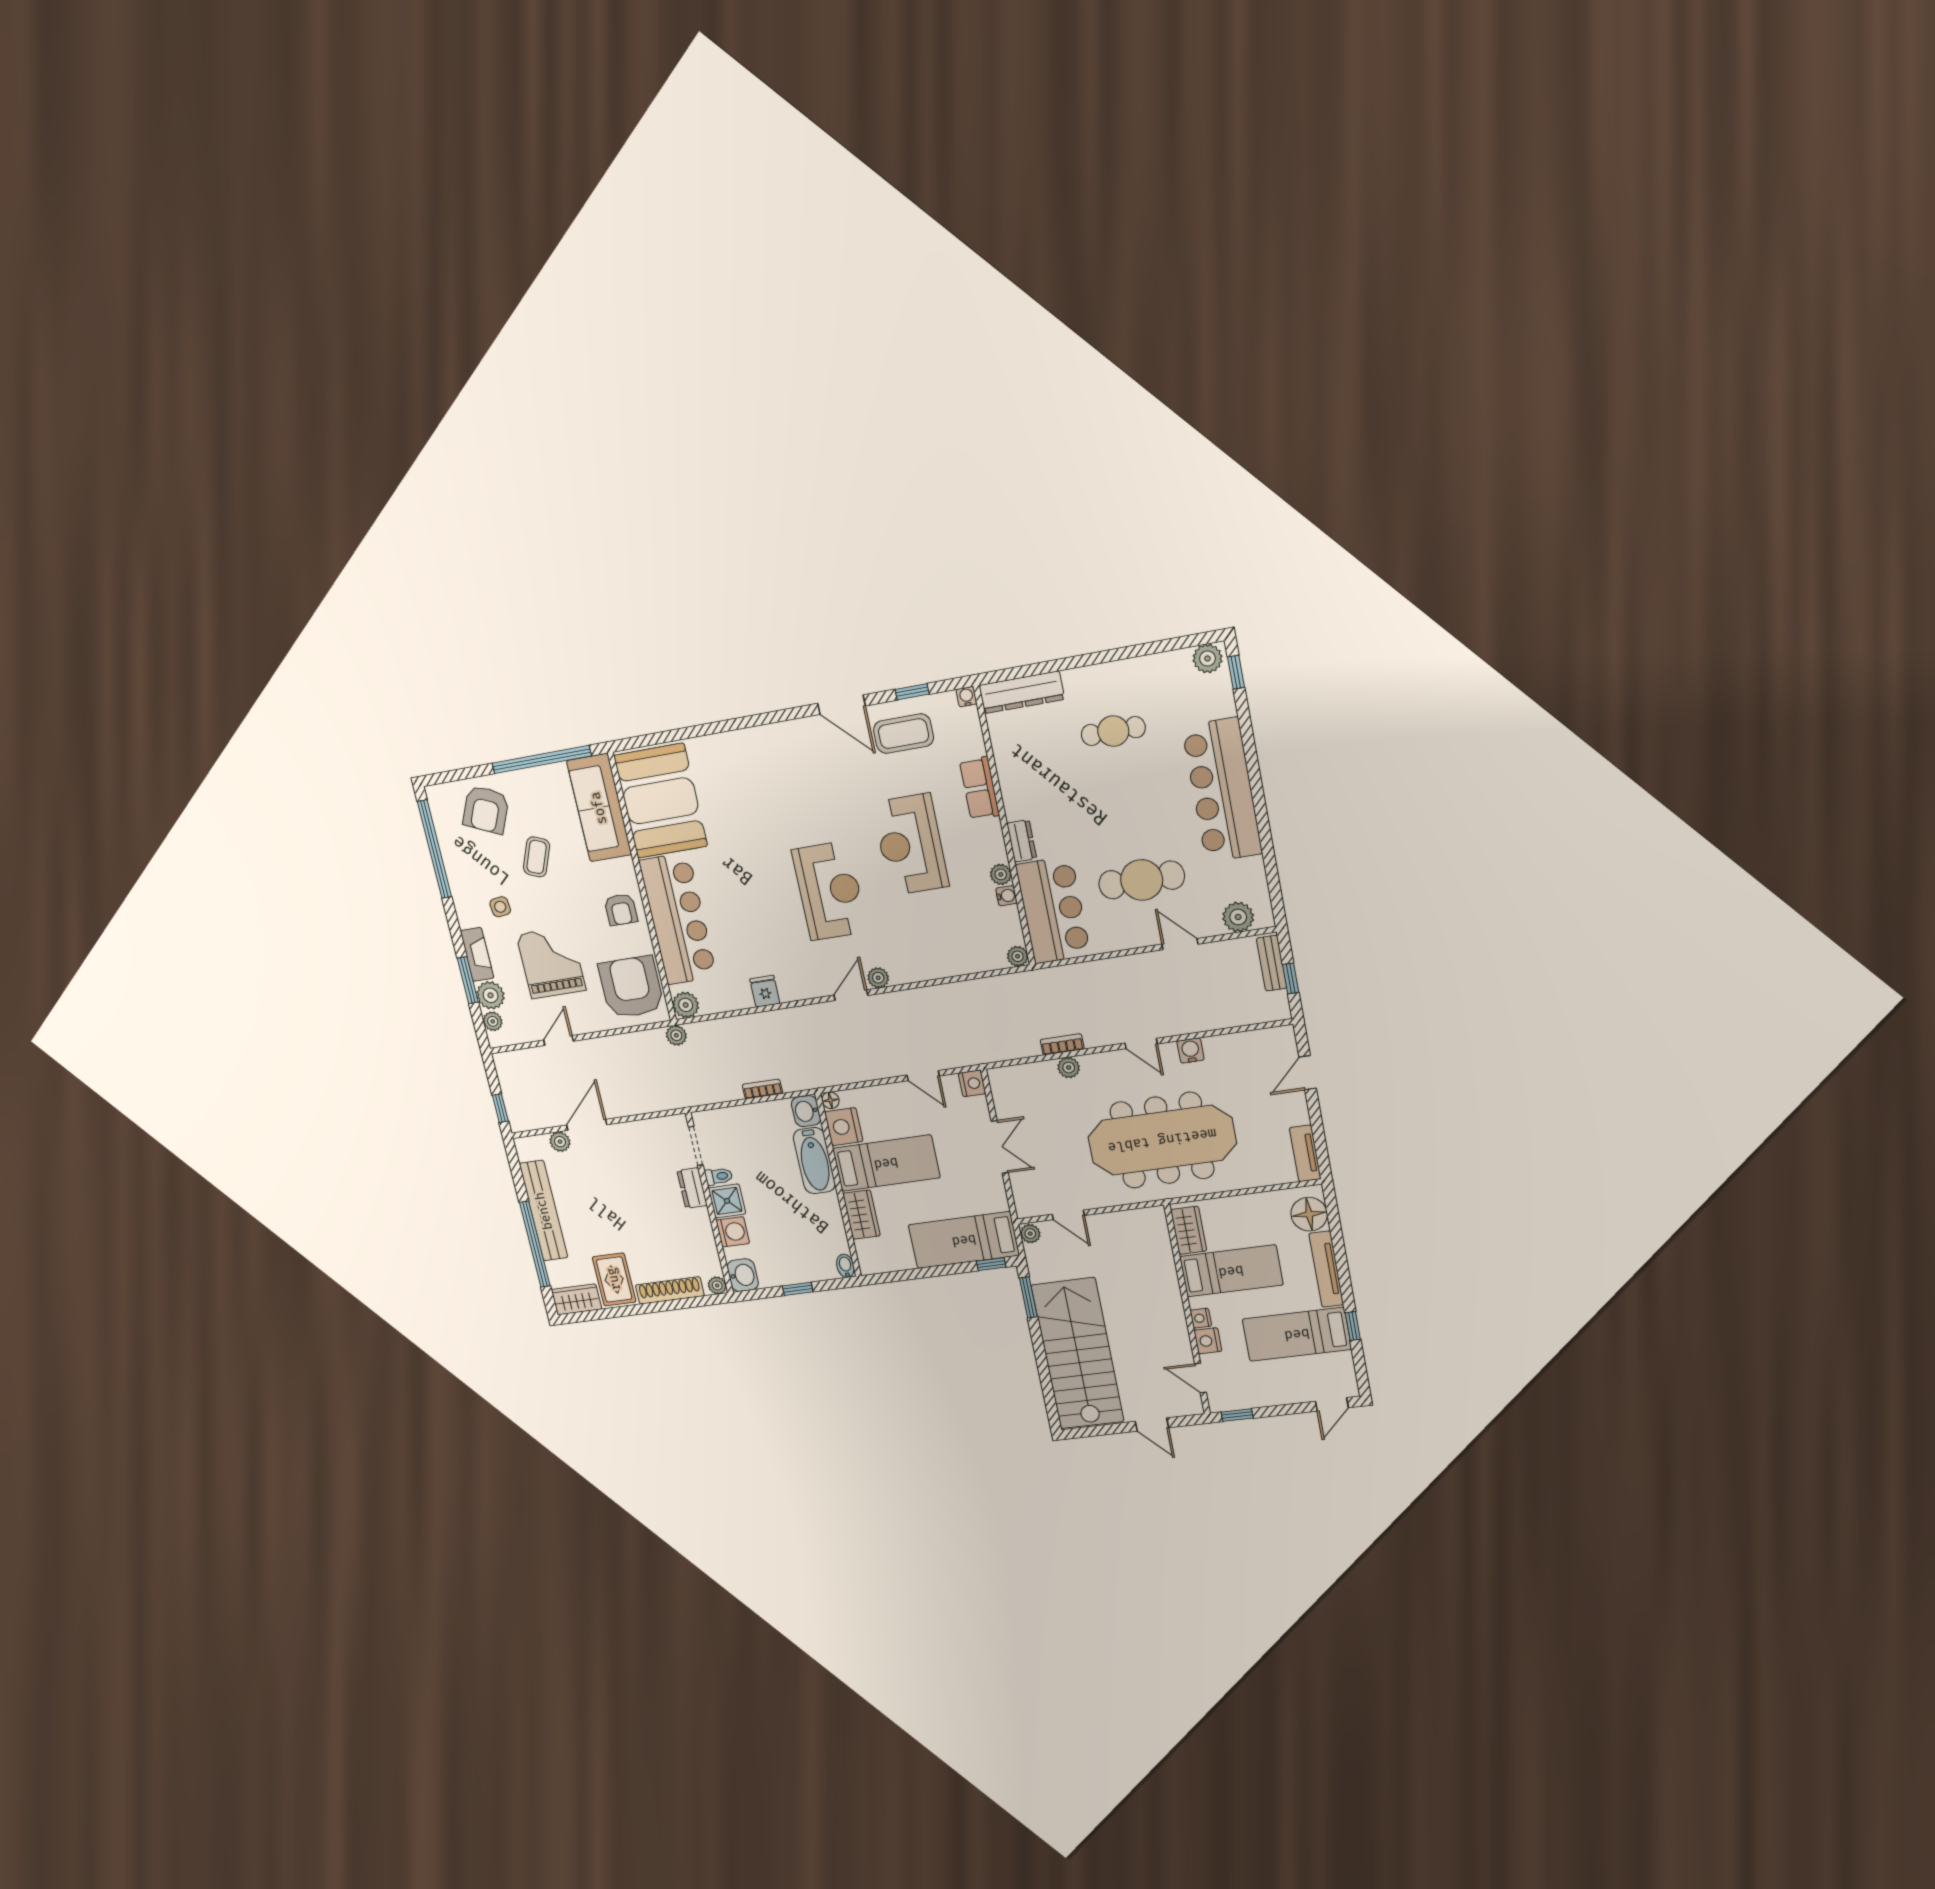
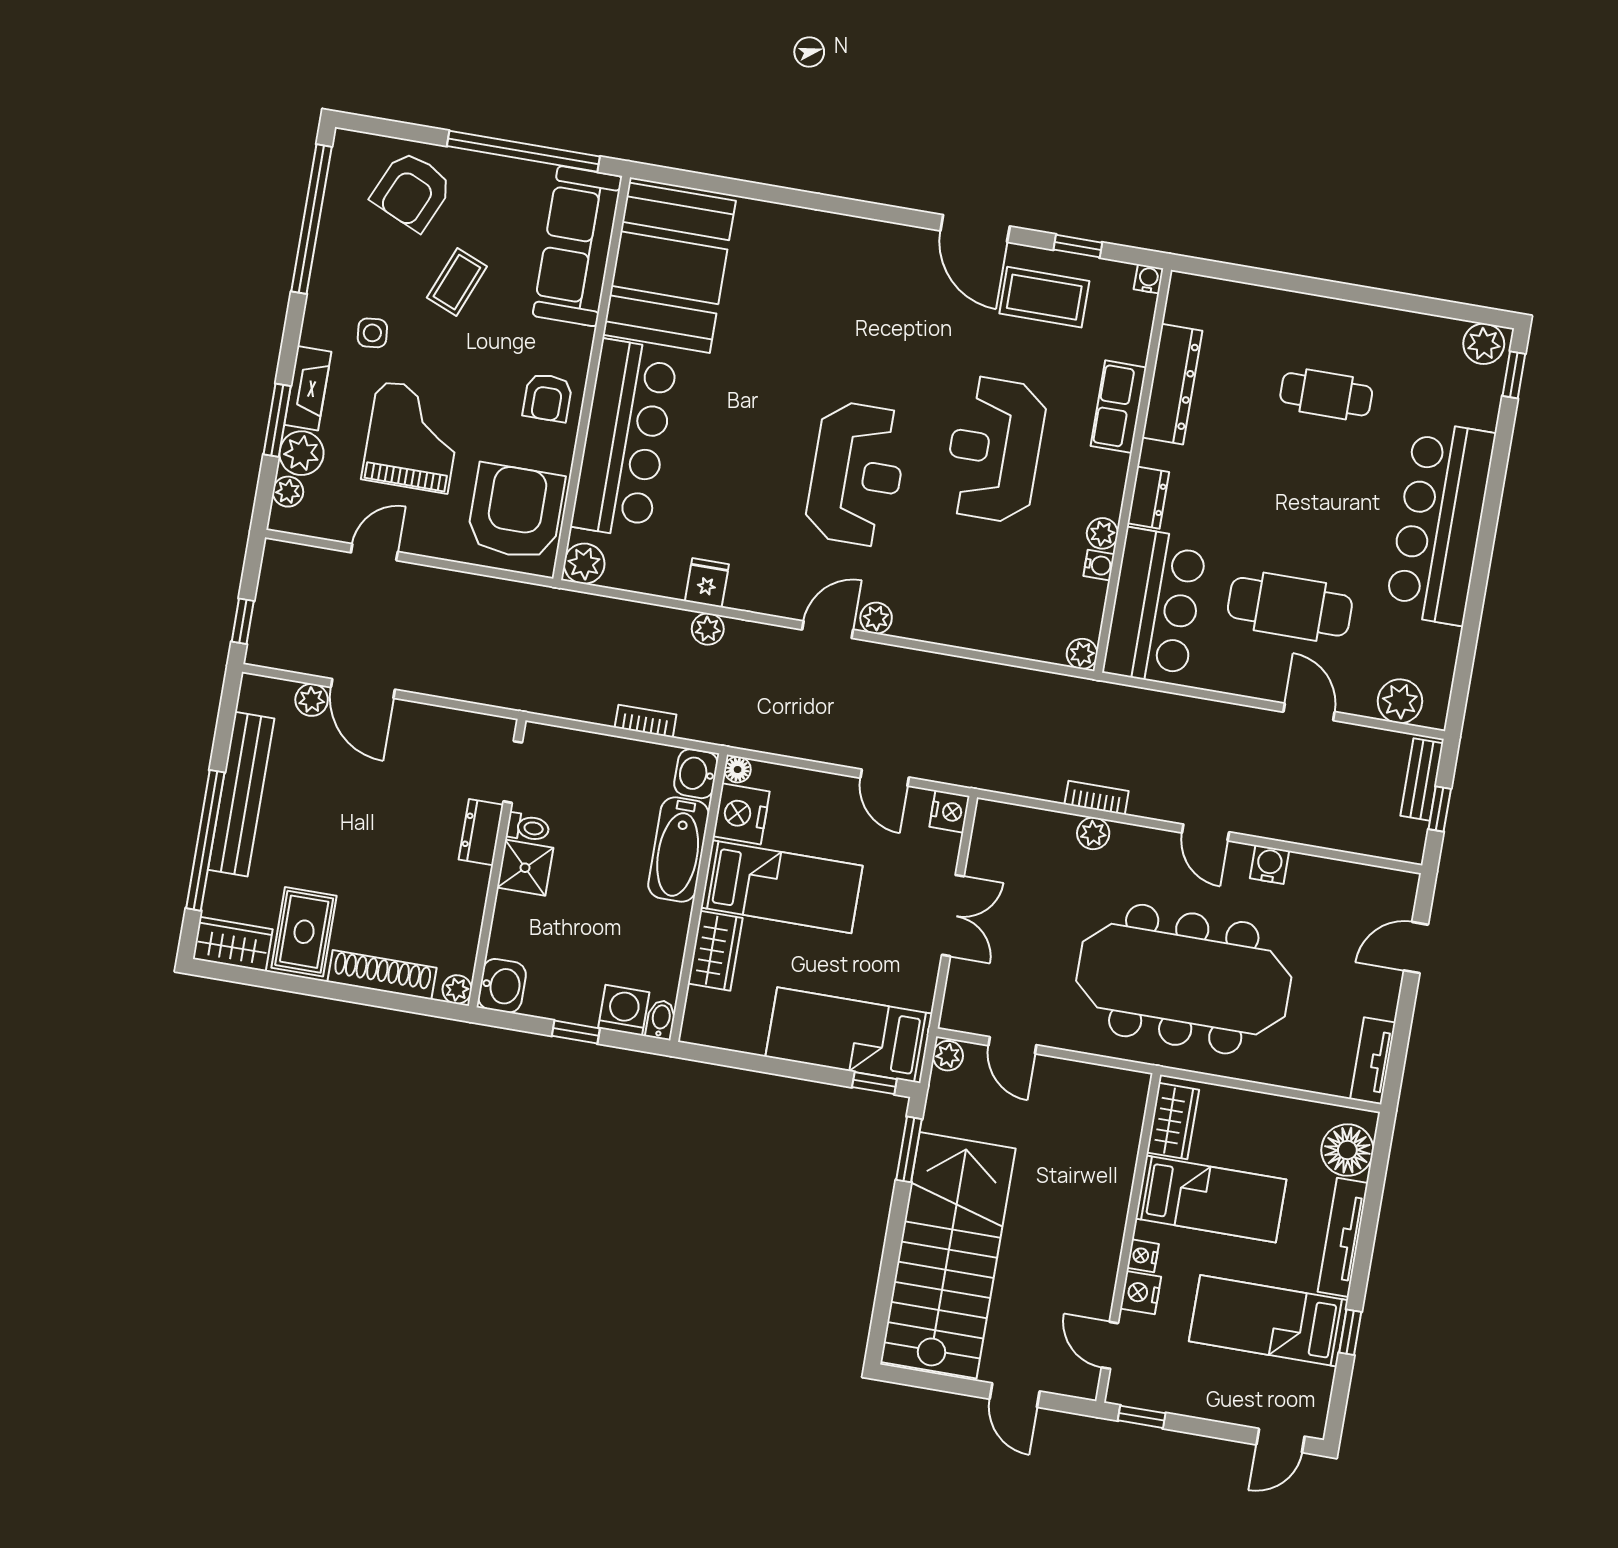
dresser: (1022, 692) -> (1172, 384), moved, turned -90
plant: (676, 1035) -> (708, 629), moved
door: (587, 1125) -> (363, 688), swing flipped
washing machine: (733, 1232) -> (624, 1010), moved, turned -90

